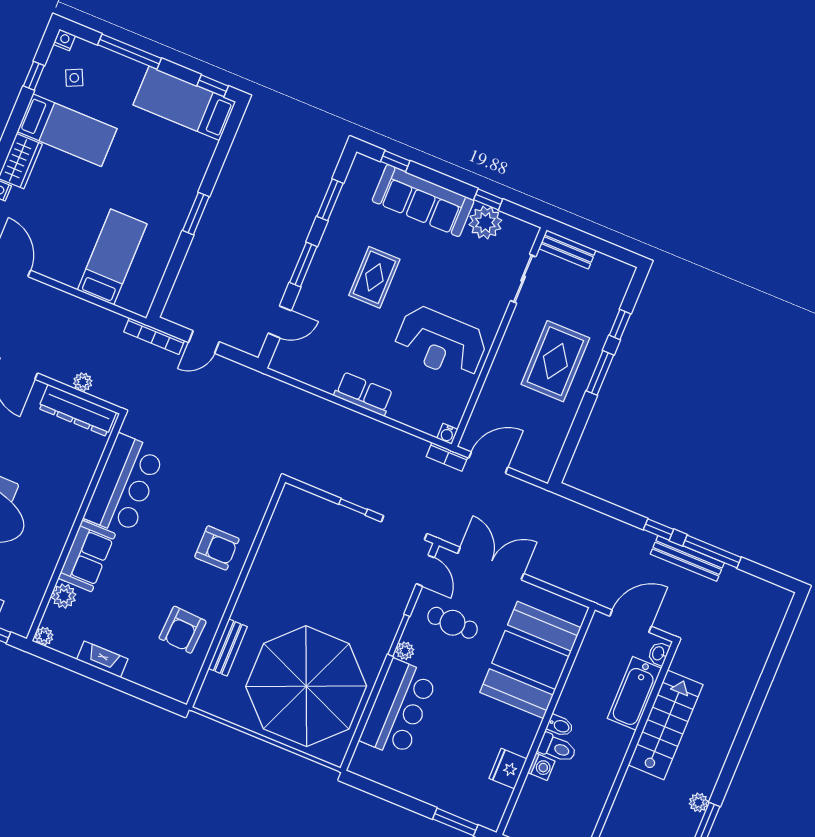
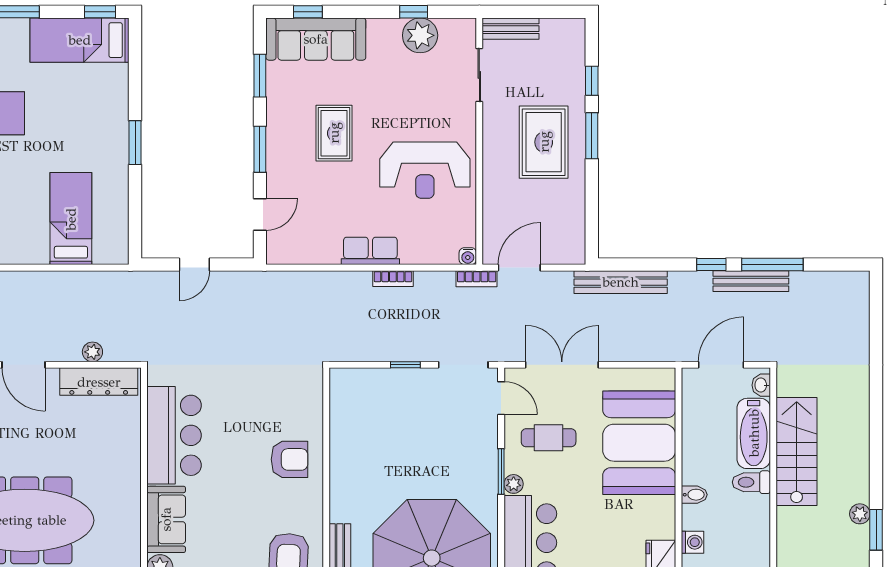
sofa: (423, 201) -> (316, 39), moved
bookcase: (154, 336) -> (393, 279), moved, width x0.64
bench: (572, 512) -> (621, 282), added
toilet: (557, 748) -> (751, 482), moved, turned 180

